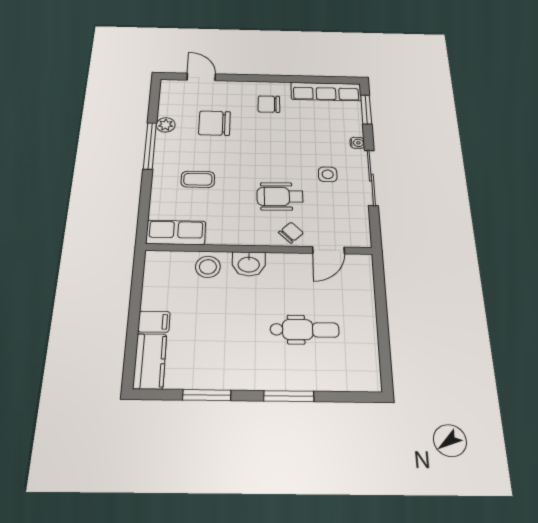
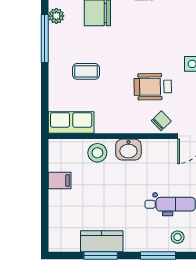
filing cabinet: (154, 322) -> (60, 180), moved
kitchen counter: (150, 361) -> (102, 241), moved, turned -90
stool: (316, 372) -> (178, 237), added

